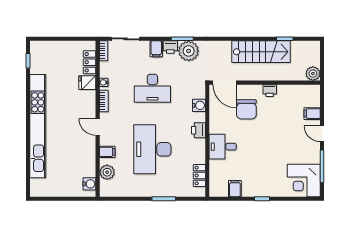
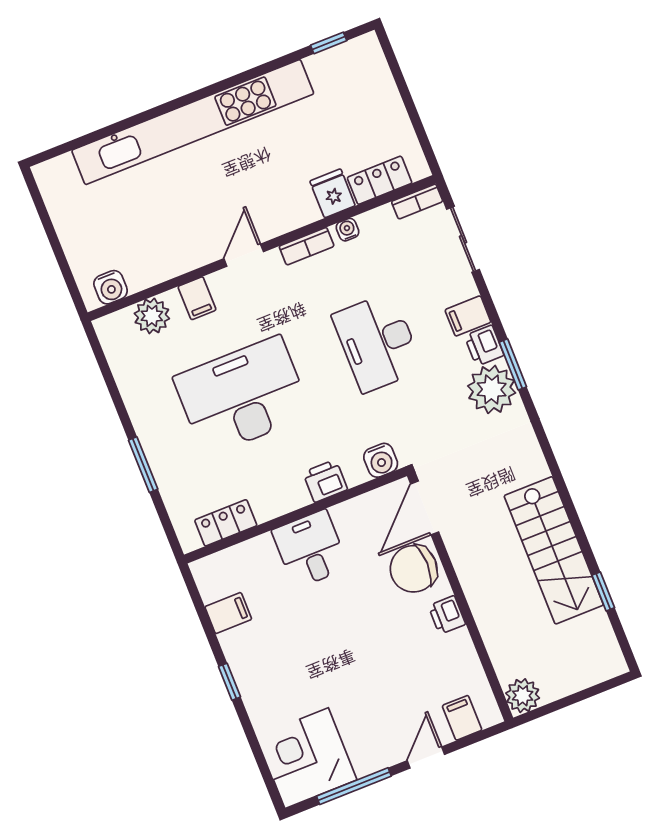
plant: (313, 74) -> (523, 696), moved
door: (224, 83) -> (425, 508), moved
wall: (265, 83) -> (460, 597), moved
printer: (270, 91) -> (447, 615), moved

